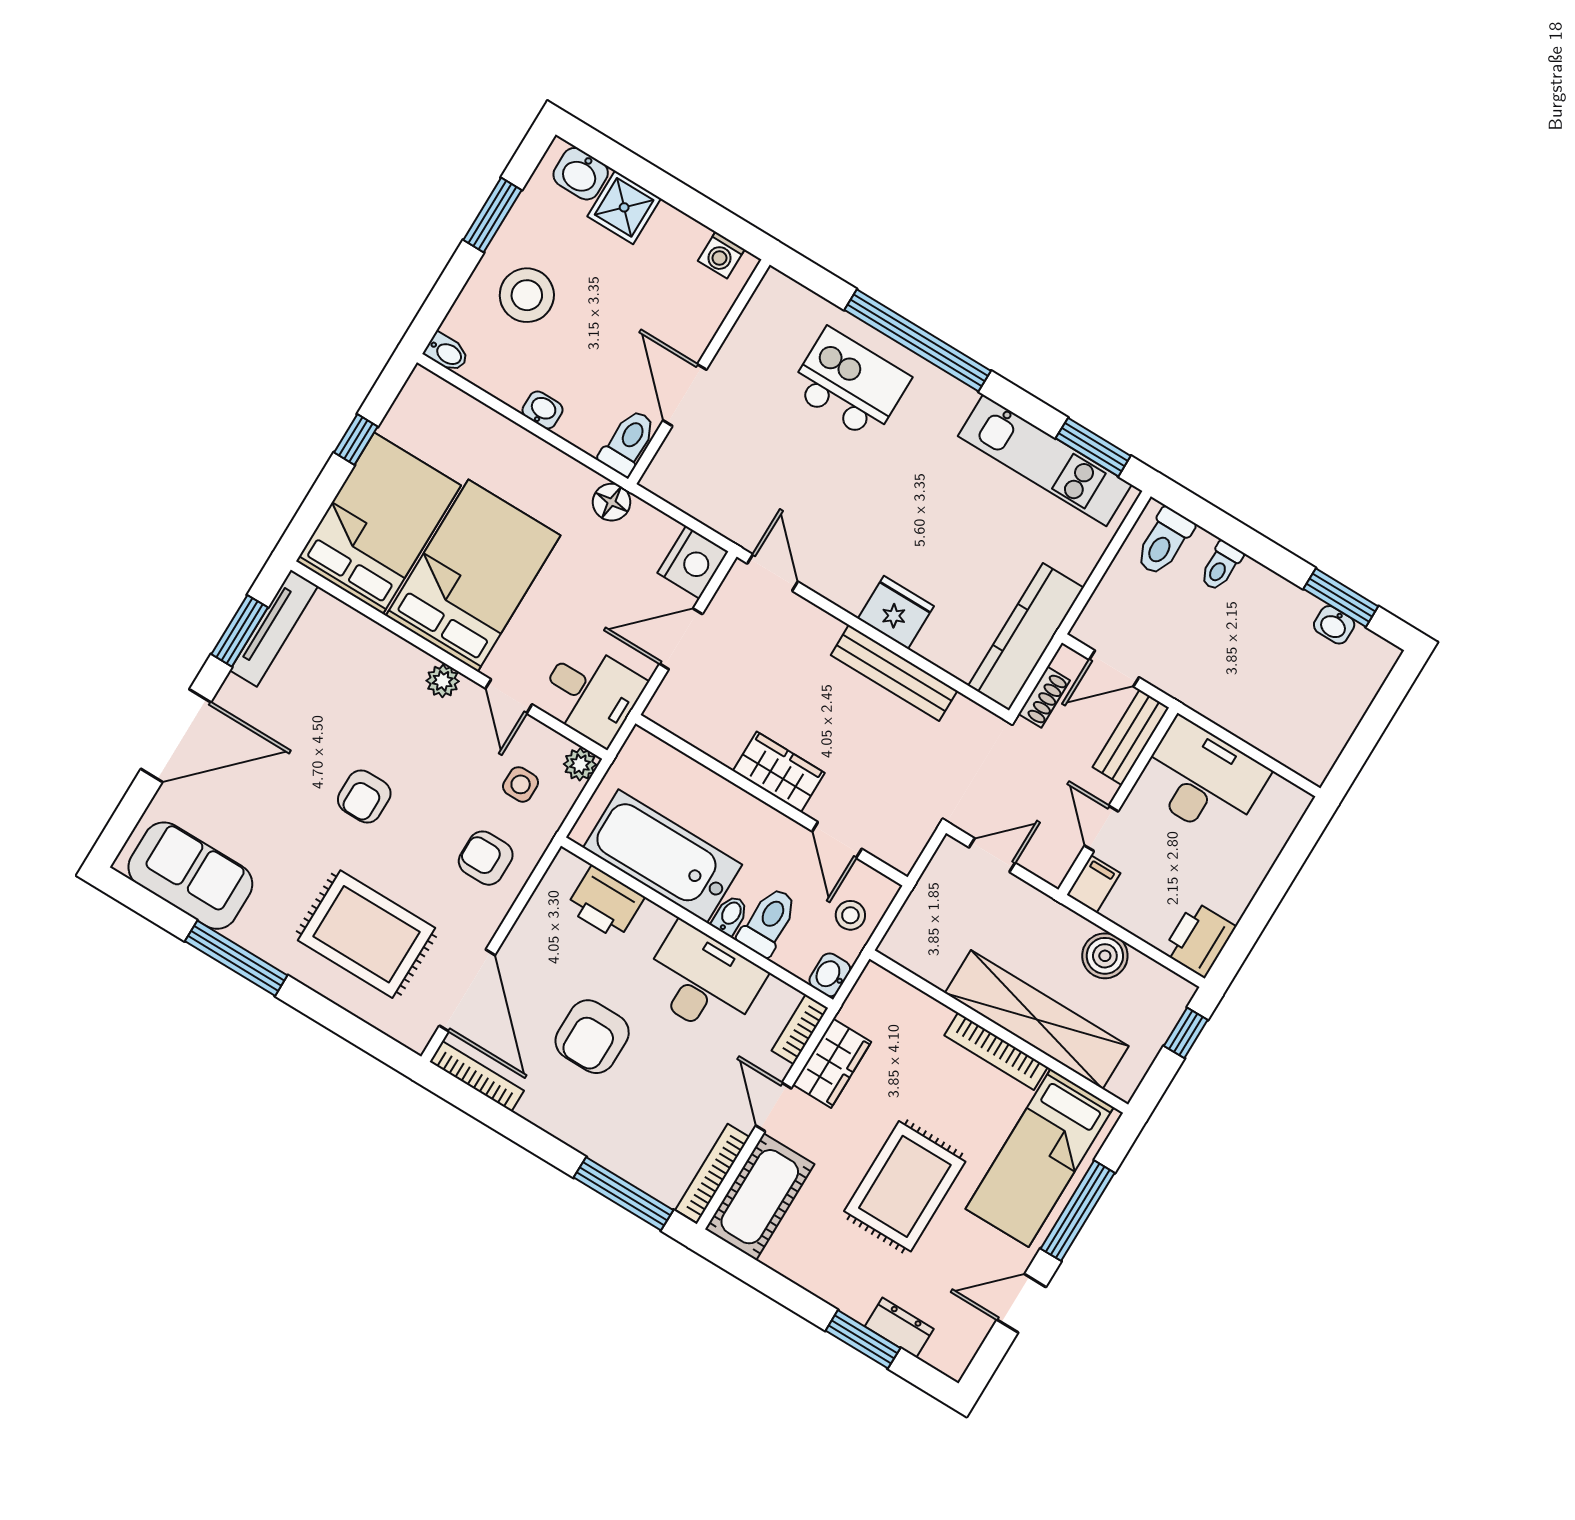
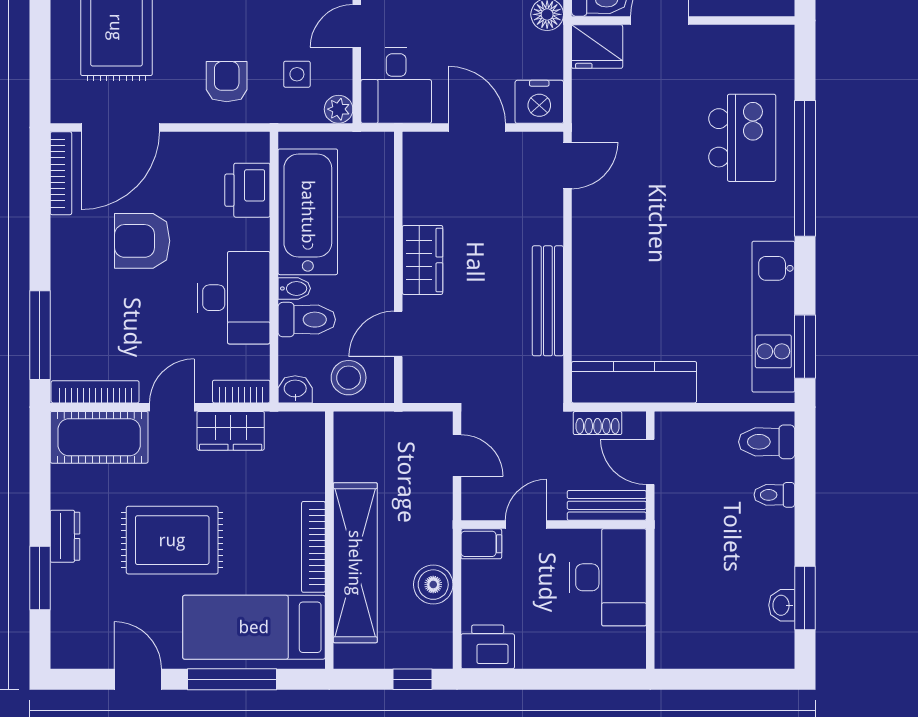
fridge: (896, 612) -> (597, 47), moved, turned 90
stool: (850, 915) -> (349, 378), width x1.37, depth x1.37
dresser: (899, 1328) -> (65, 536), moved

